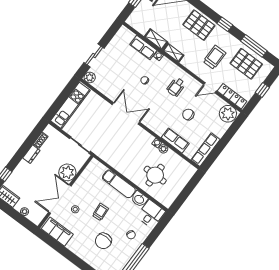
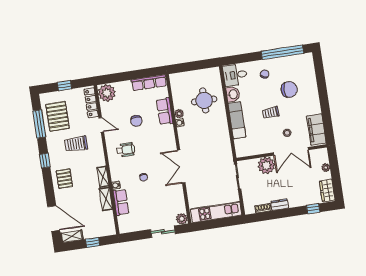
pallet: (199, 25) -> (64, 179), width x0.67, depth x0.71

